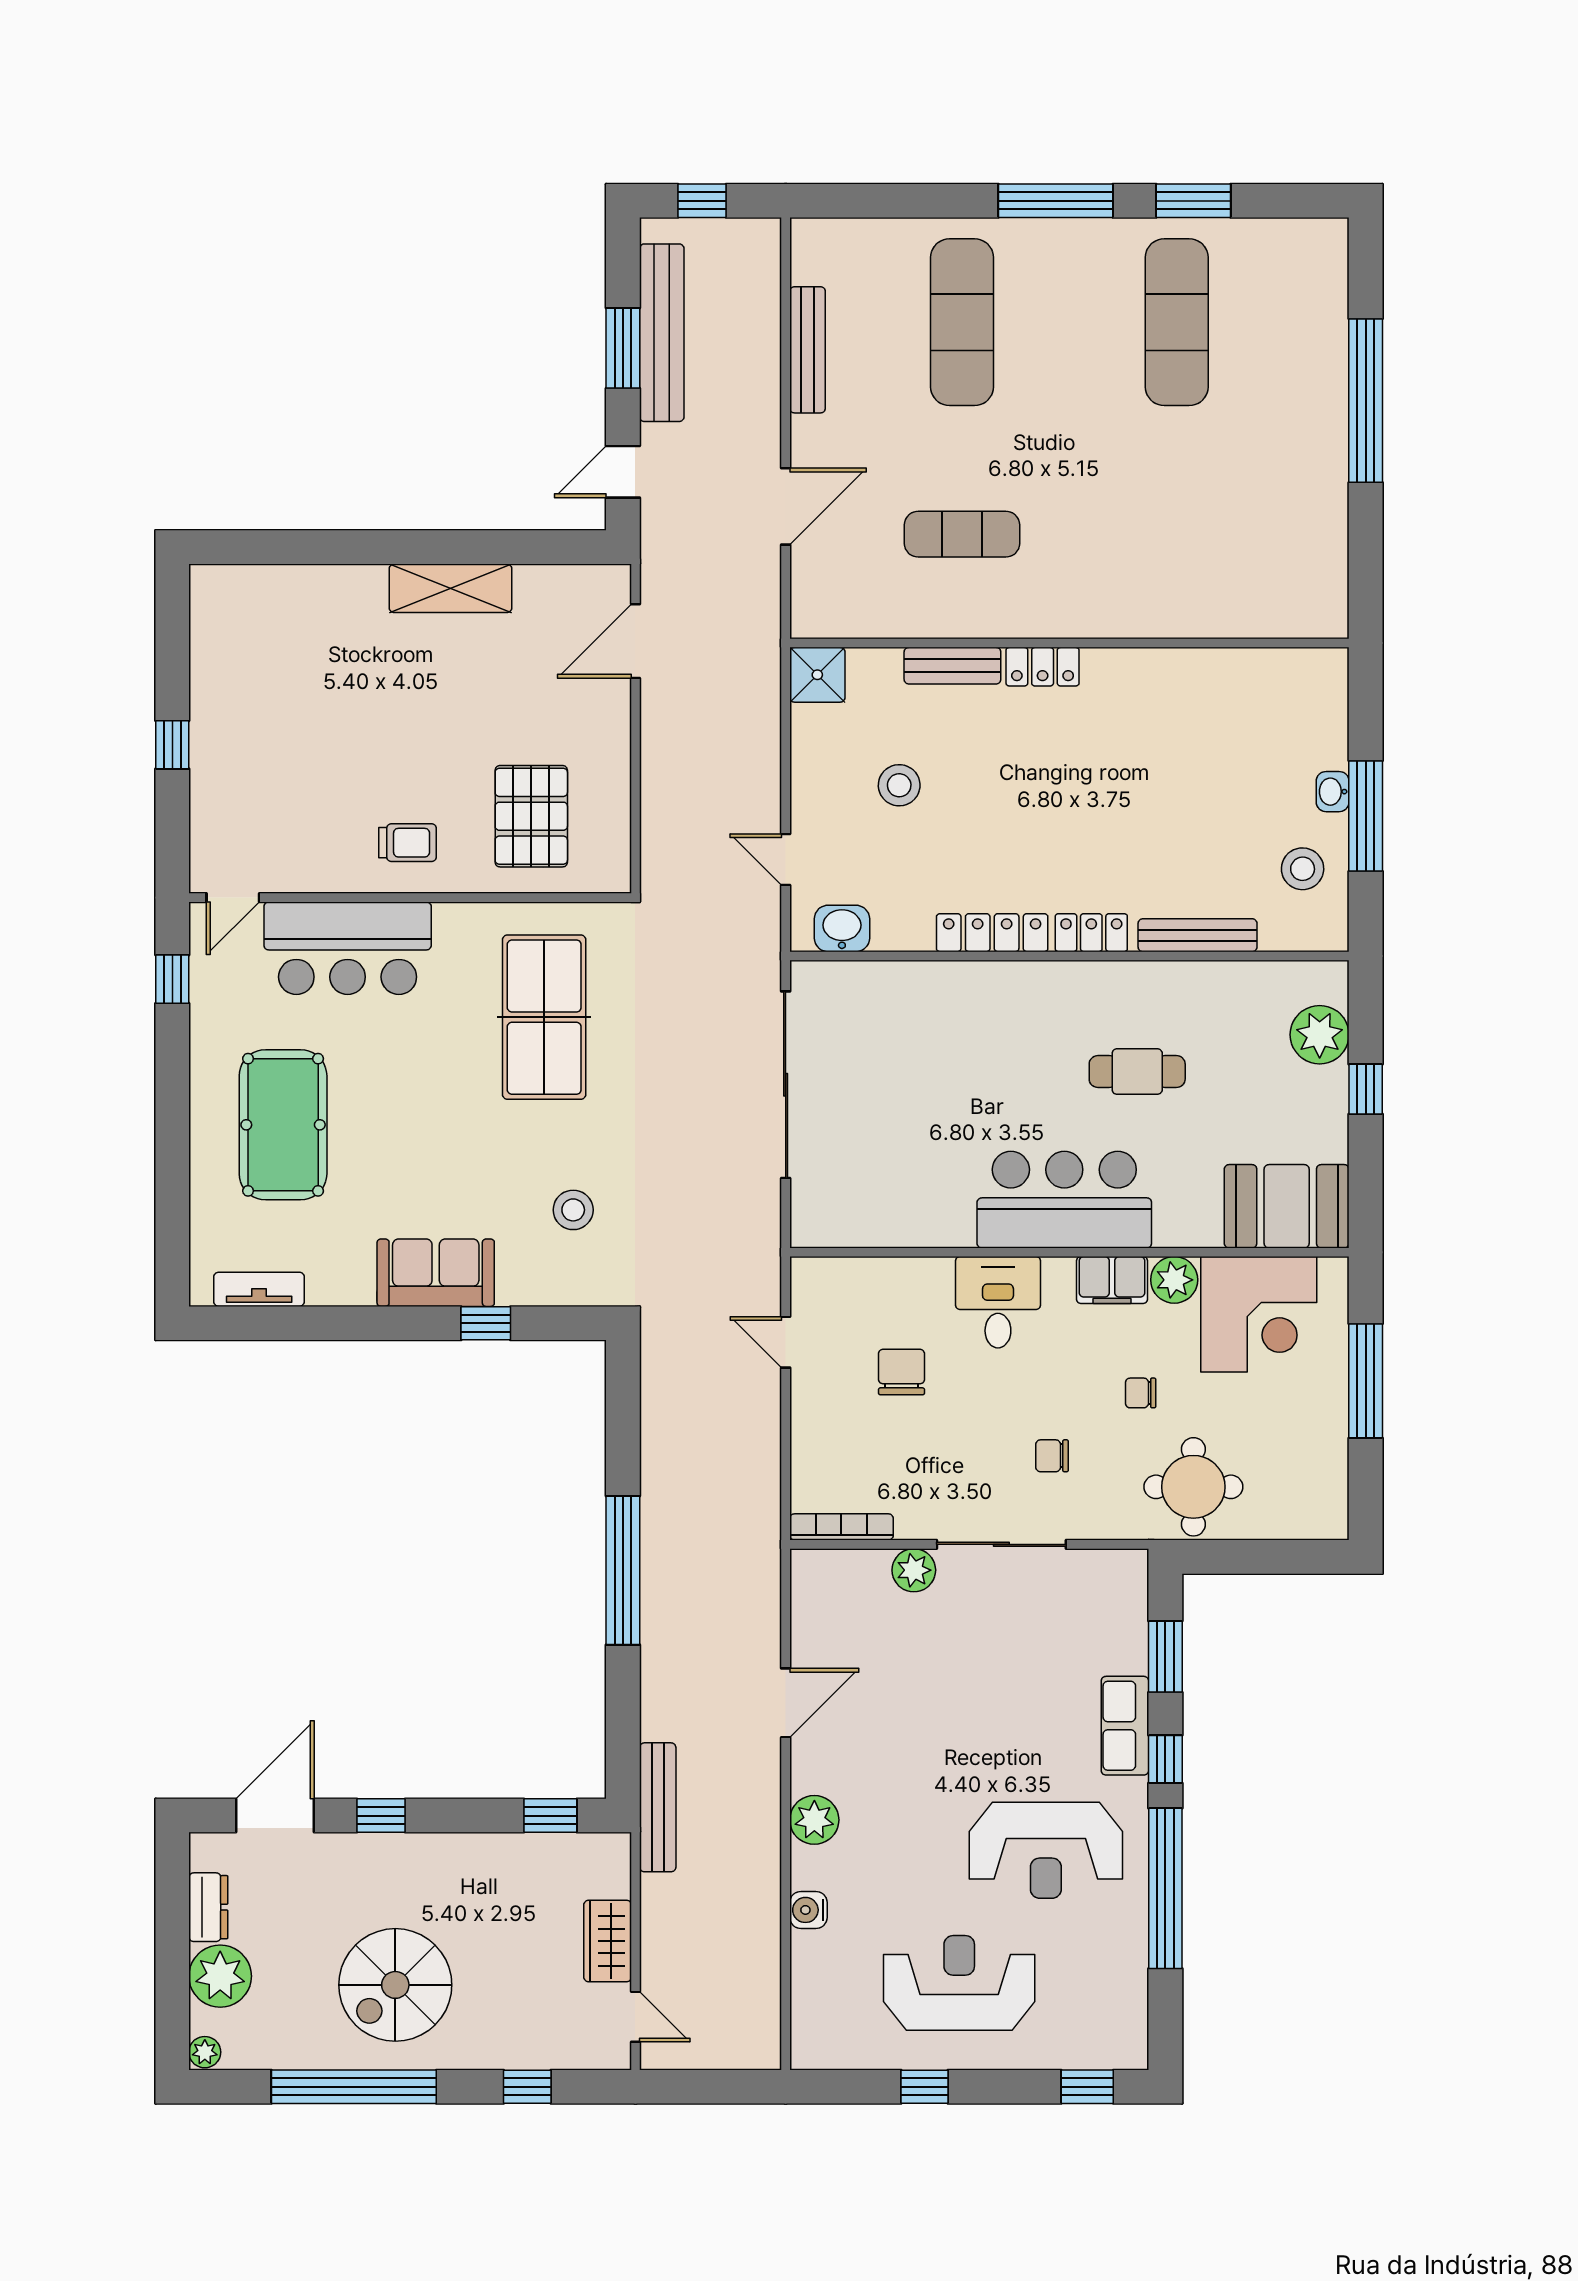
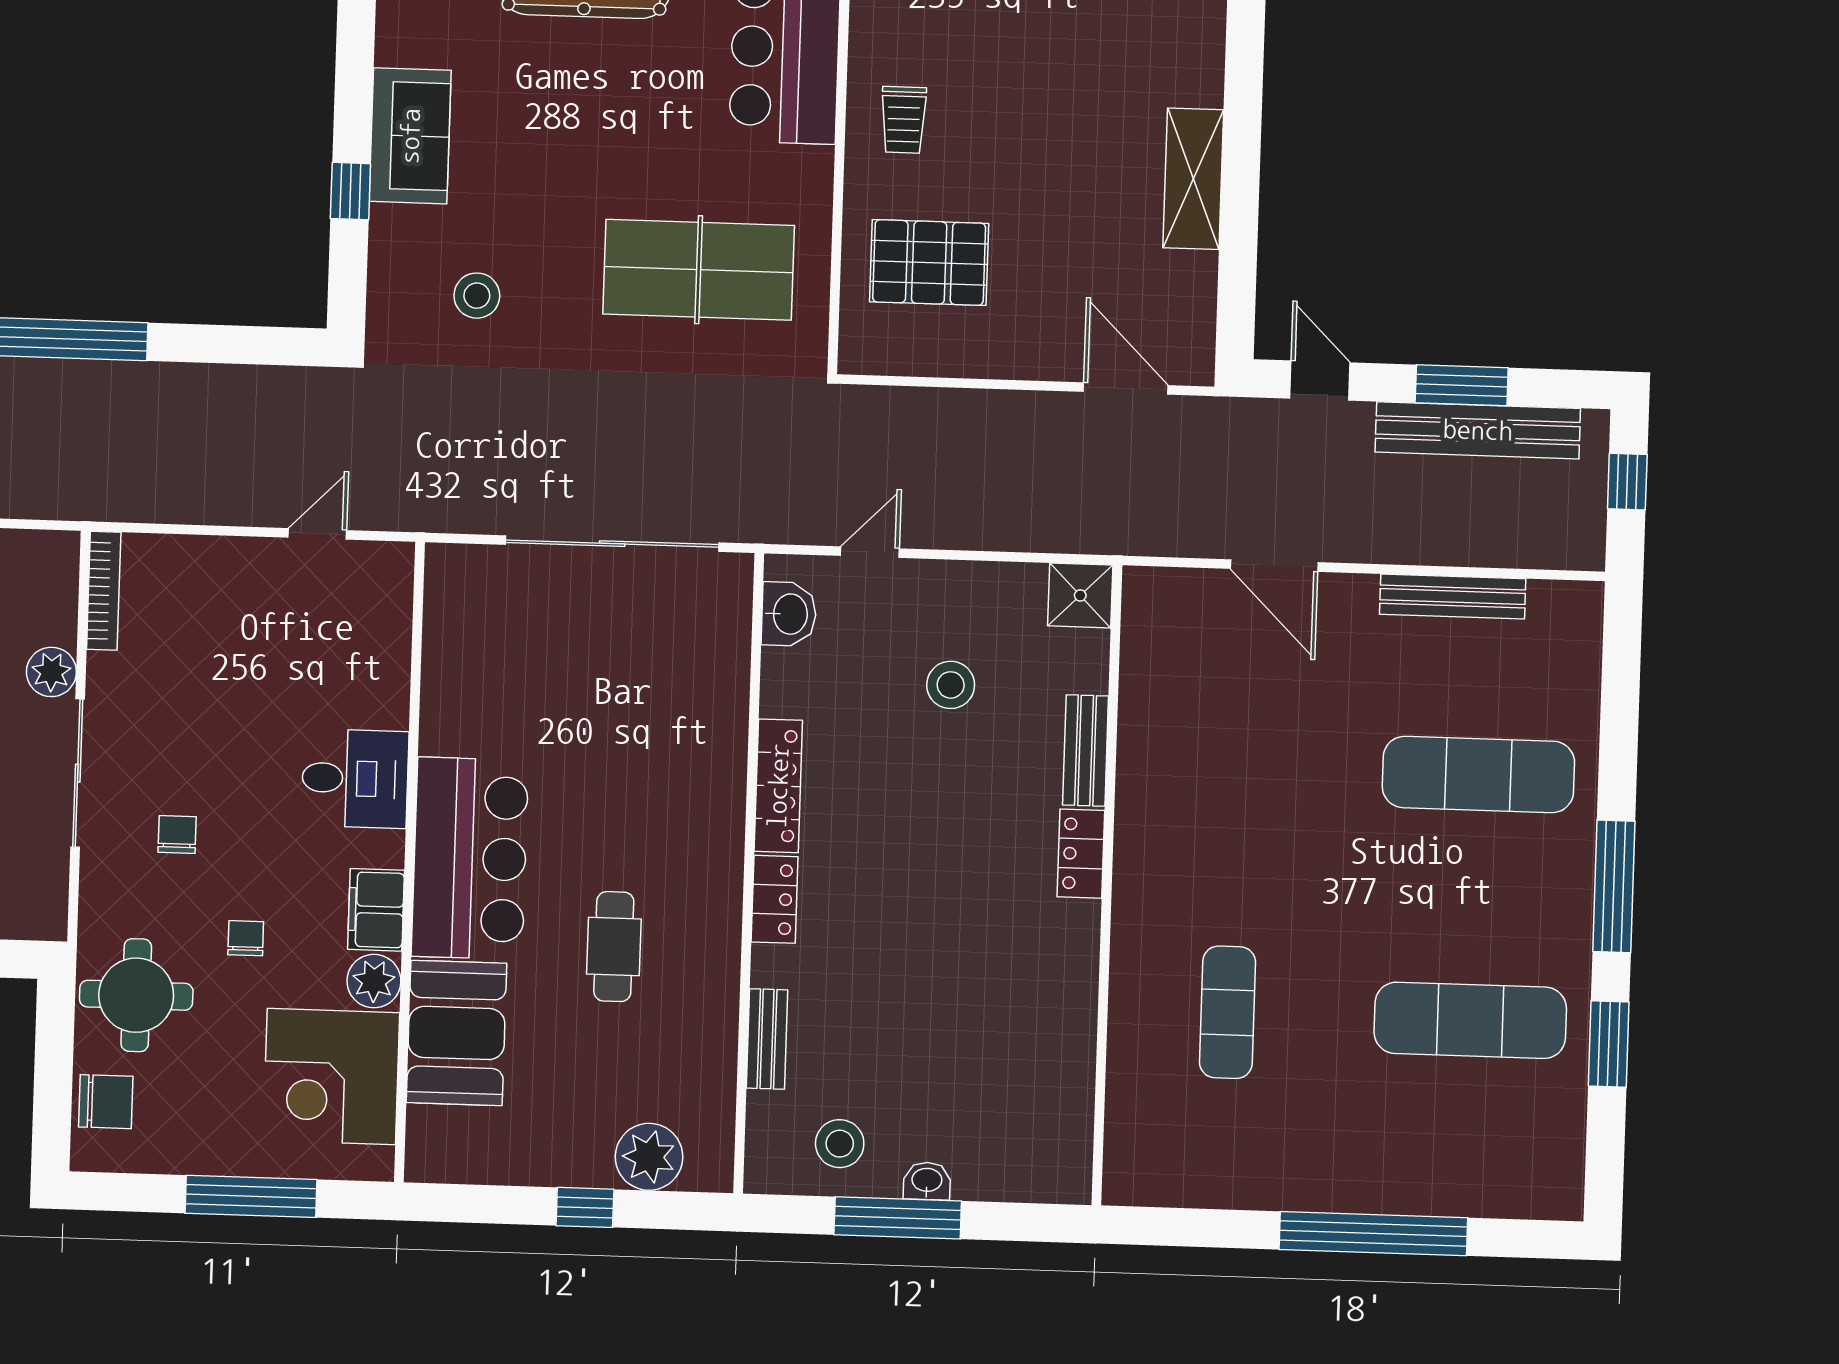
exercise mat: (962, 534) -> (1228, 1012), moved
bench: (1198, 935) -> (767, 1039), width x0.73
booth: (1287, 1206) -> (457, 1033), moved
chair: (901, 1372) -> (106, 1102), moved

